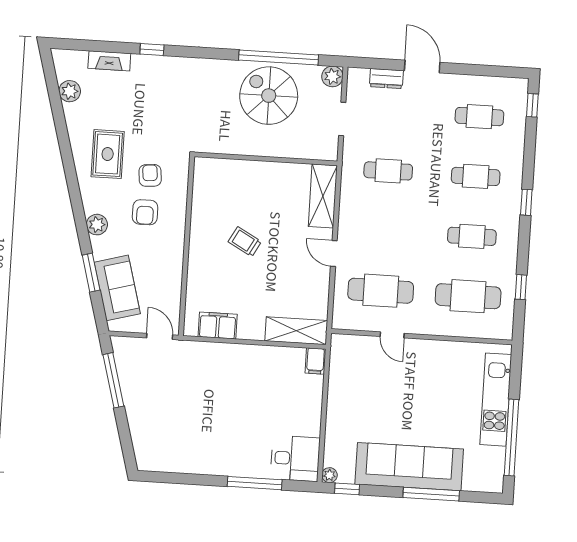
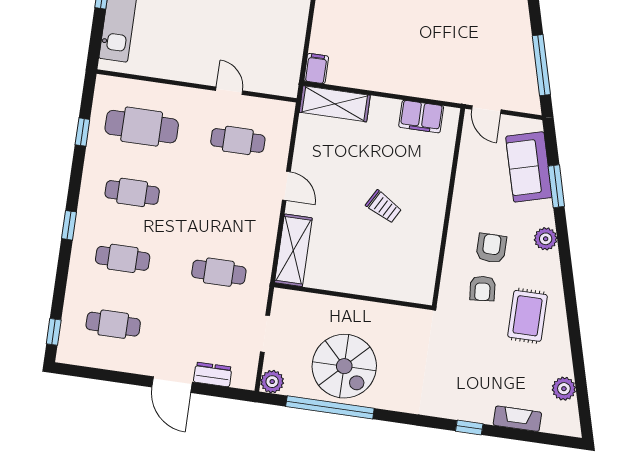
cafe table: (381, 291) -> (238, 140), width x0.73, depth x0.74

